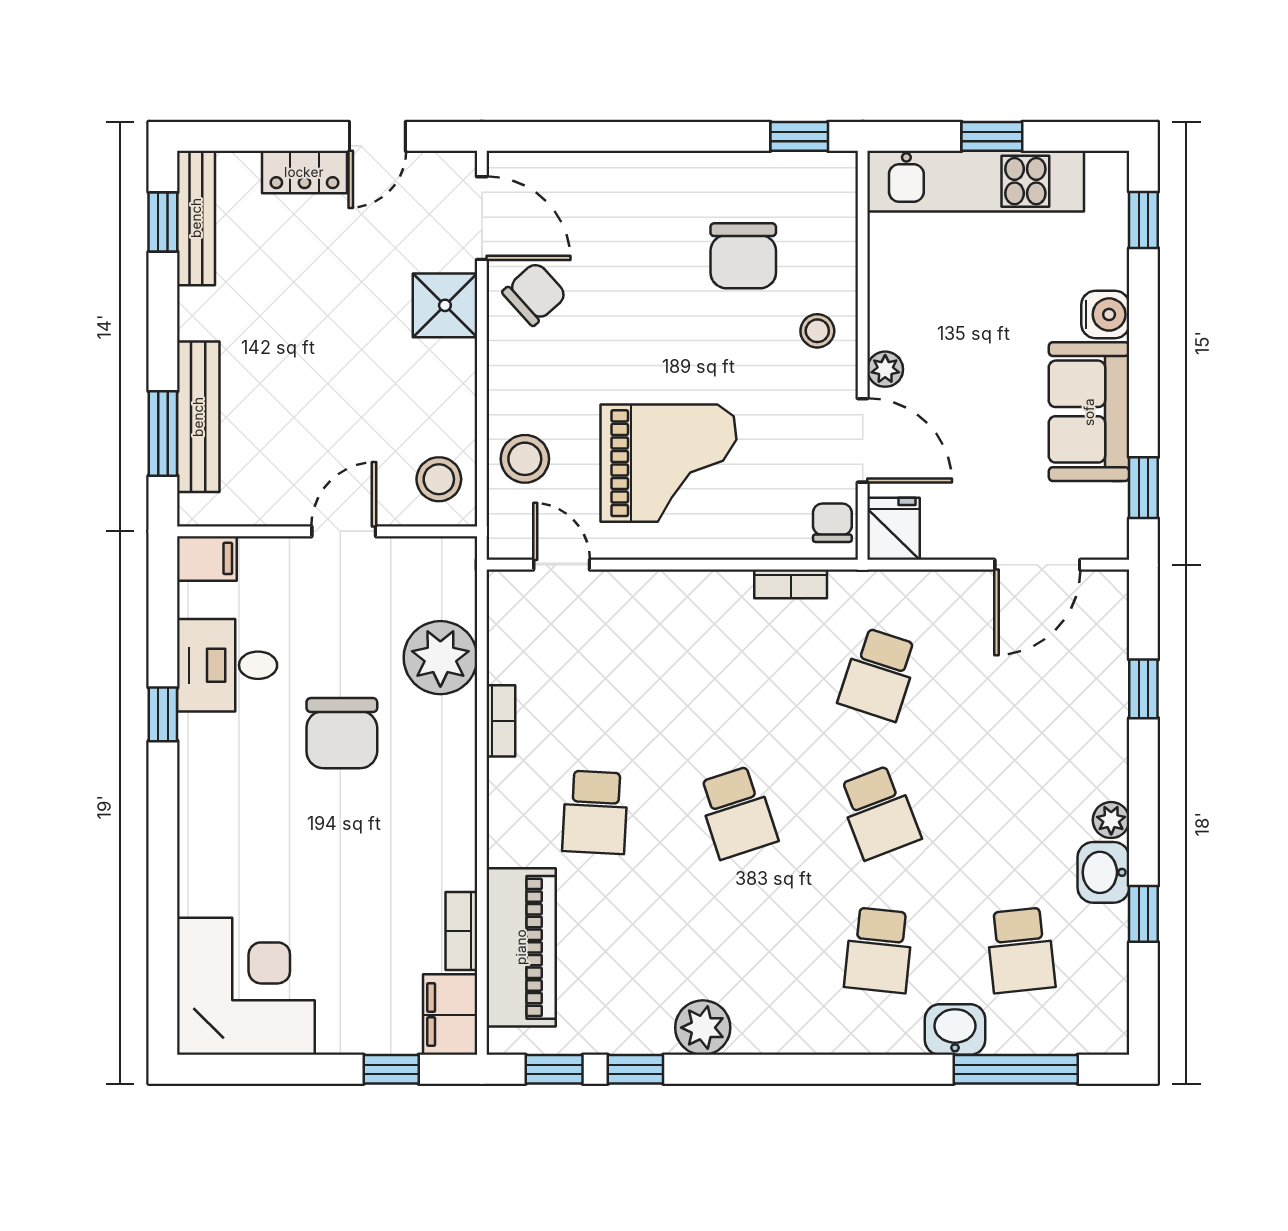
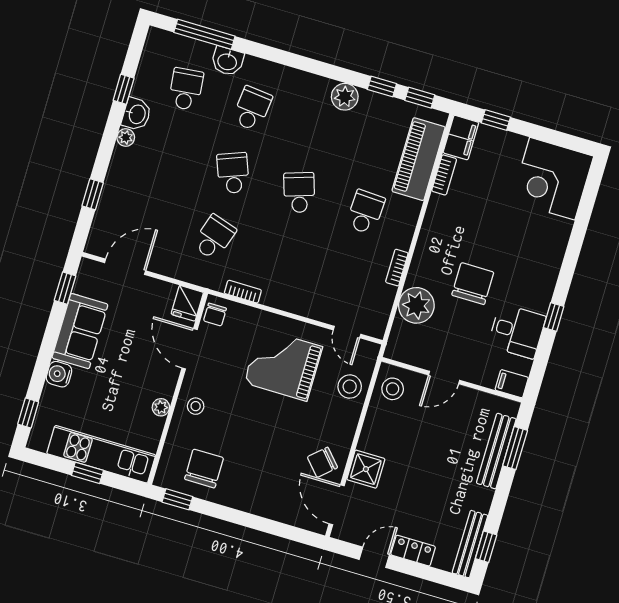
chair: (743, 256) -> (204, 469), moved
plant: (885, 369) -> (161, 407), moved

